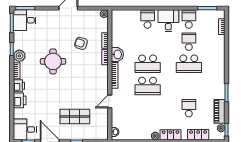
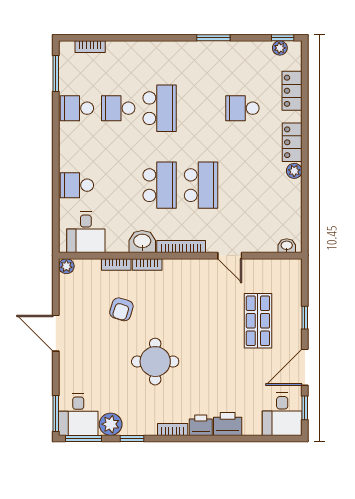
desk: (168, 21) -> (86, 232), moved, turned -90
plant: (19, 56) -> (111, 424), moved
piano: (220, 111) -> (248, 51), removed

